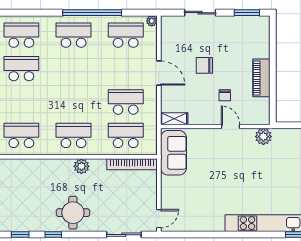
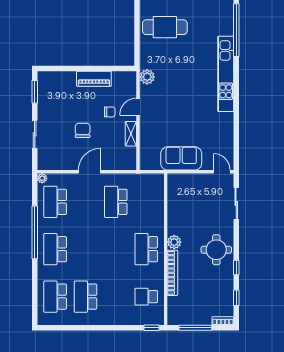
chair: (204, 65) -> (83, 130), turned 180
shelving: (174, 119) -> (131, 134), moved
school desk: (21, 135) -> (146, 297), width x0.54
school desk: (126, 135) -> (146, 202), removed
sofa: (173, 153) -> (181, 158), moved
bookcase: (132, 164) -> (172, 273), moved

